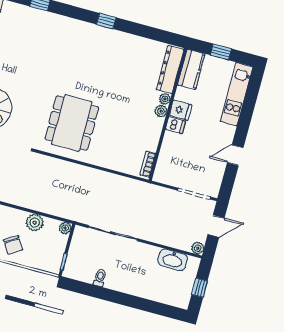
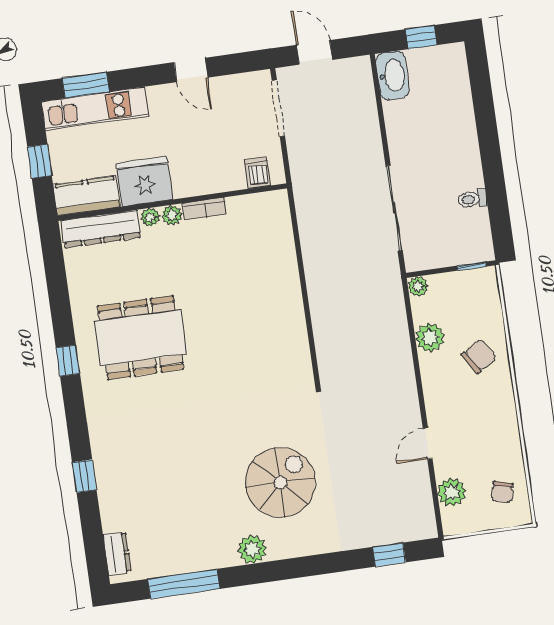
window: (252, 95) -> (86, 85), added
fridge: (181, 110) -> (145, 181), width x1.88, depth x1.34
dining table: (72, 123) -> (141, 338), moved
dishwasher: (175, 125) -> (257, 173), moved
bookcase: (148, 164) -> (205, 209), moved
plant: (198, 248) -> (361, 66), removed
washbasin: (173, 260) -> (392, 75), moved

